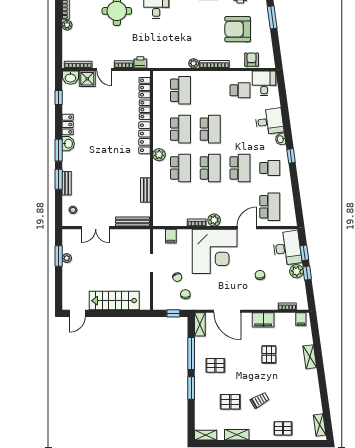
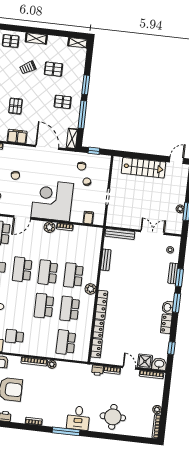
shelving: (237, 435) -> (36, 38), moved

